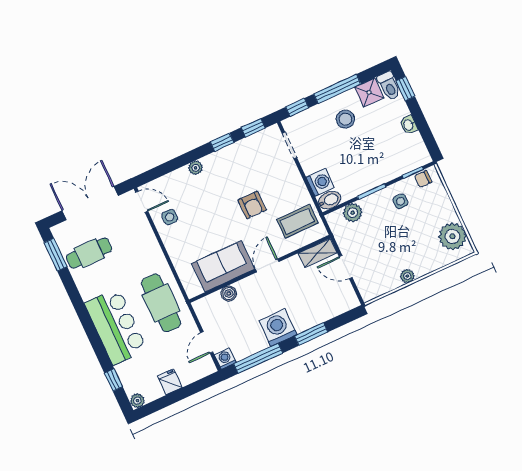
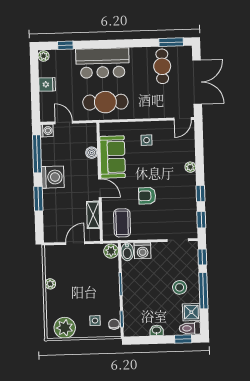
side table: (400, 201) -> (95, 321), moved
plant: (353, 213) -> (111, 251), moved
side table: (170, 217) -> (147, 140), moved
shelving: (318, 253) -> (93, 215), moved

